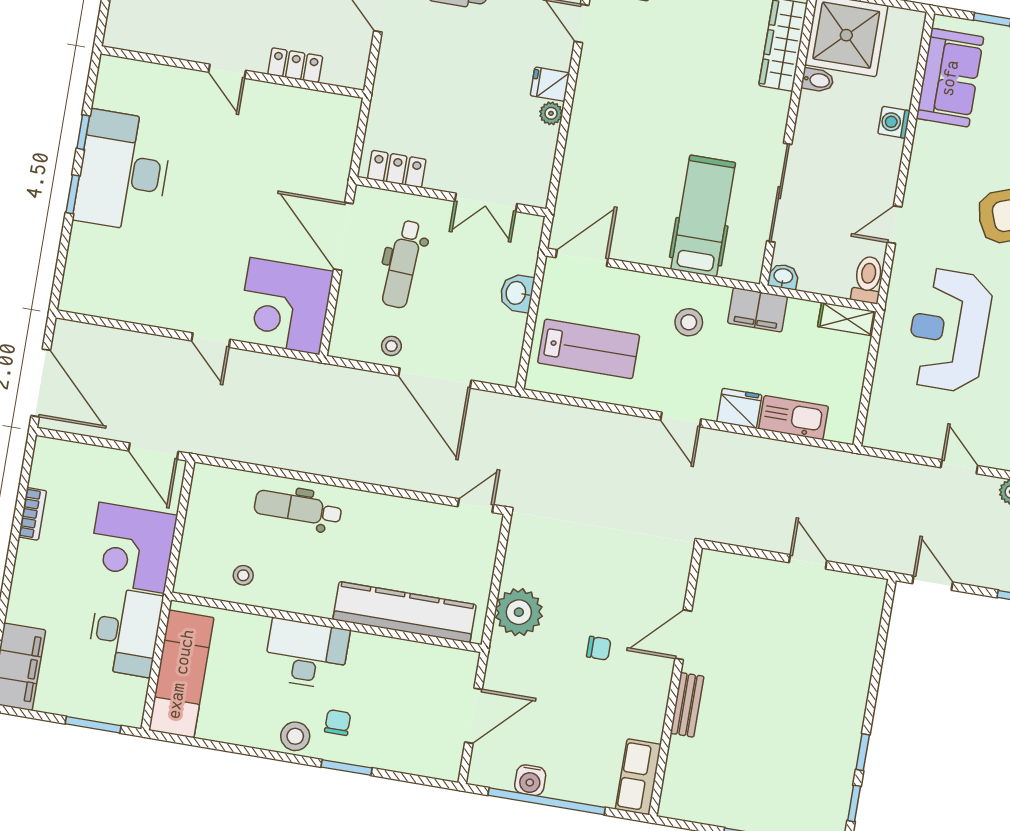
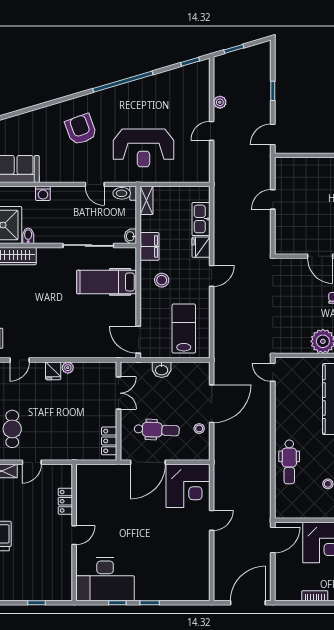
desk: (123, 171) -> (105, 579), moved

